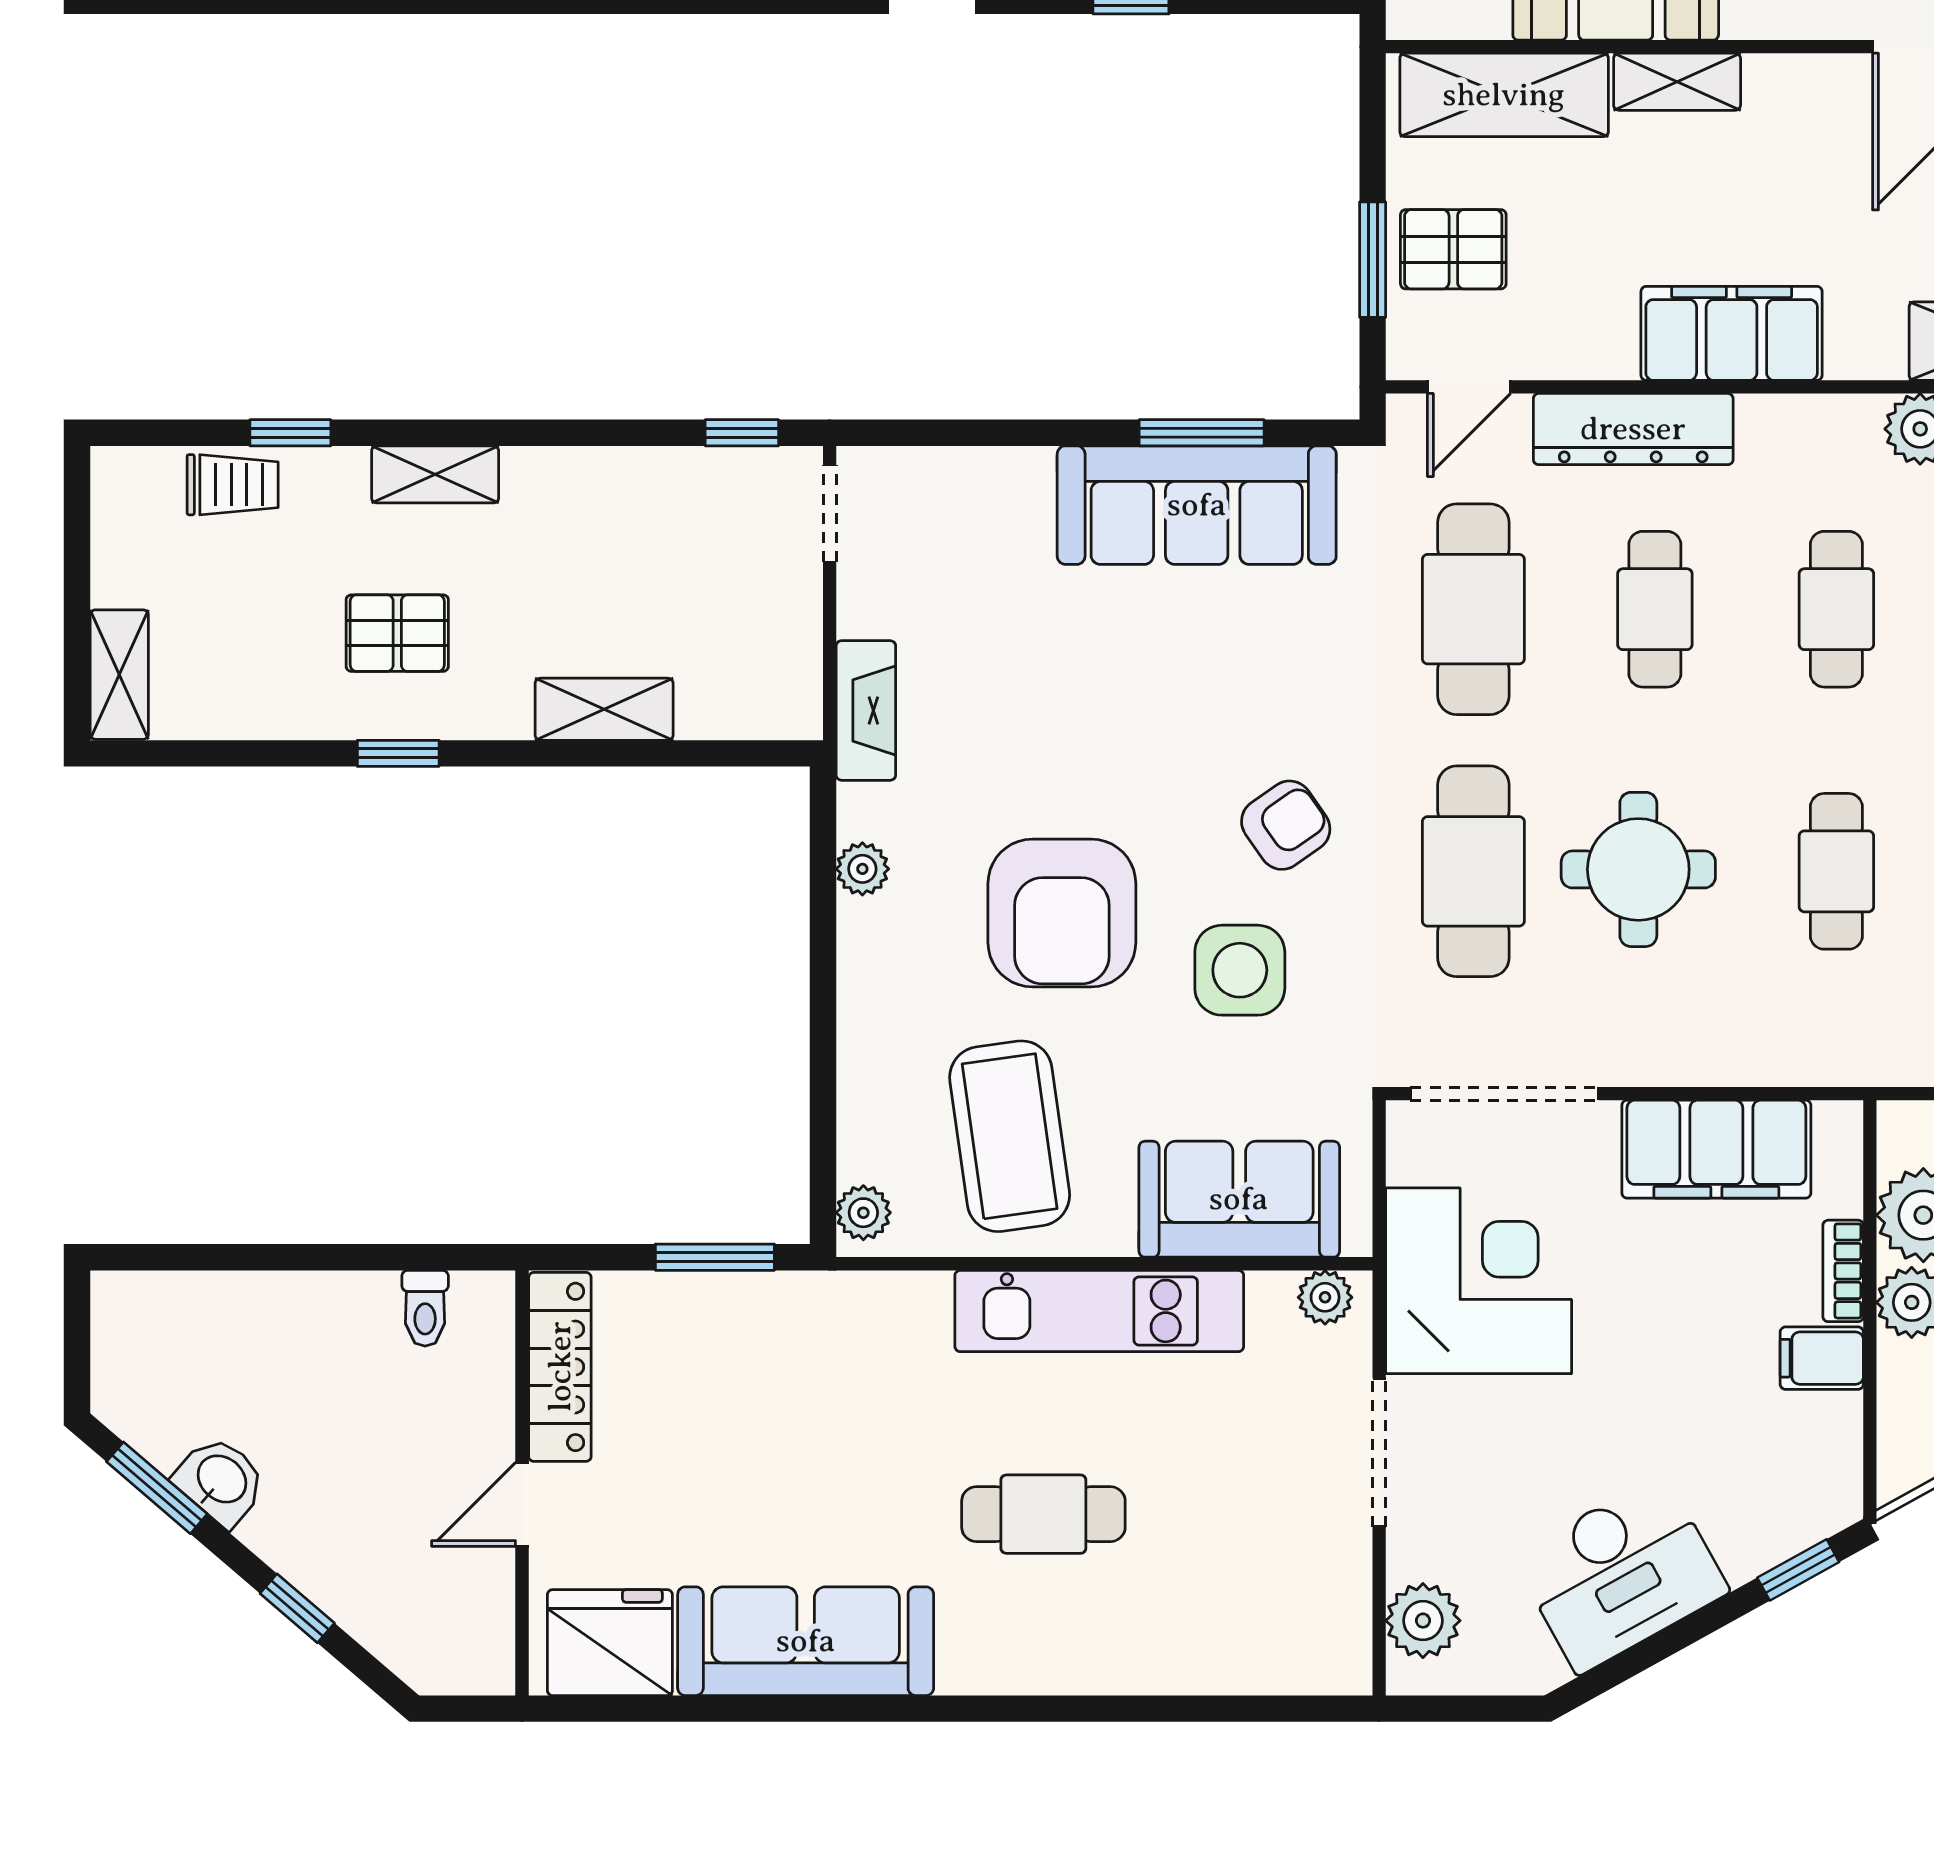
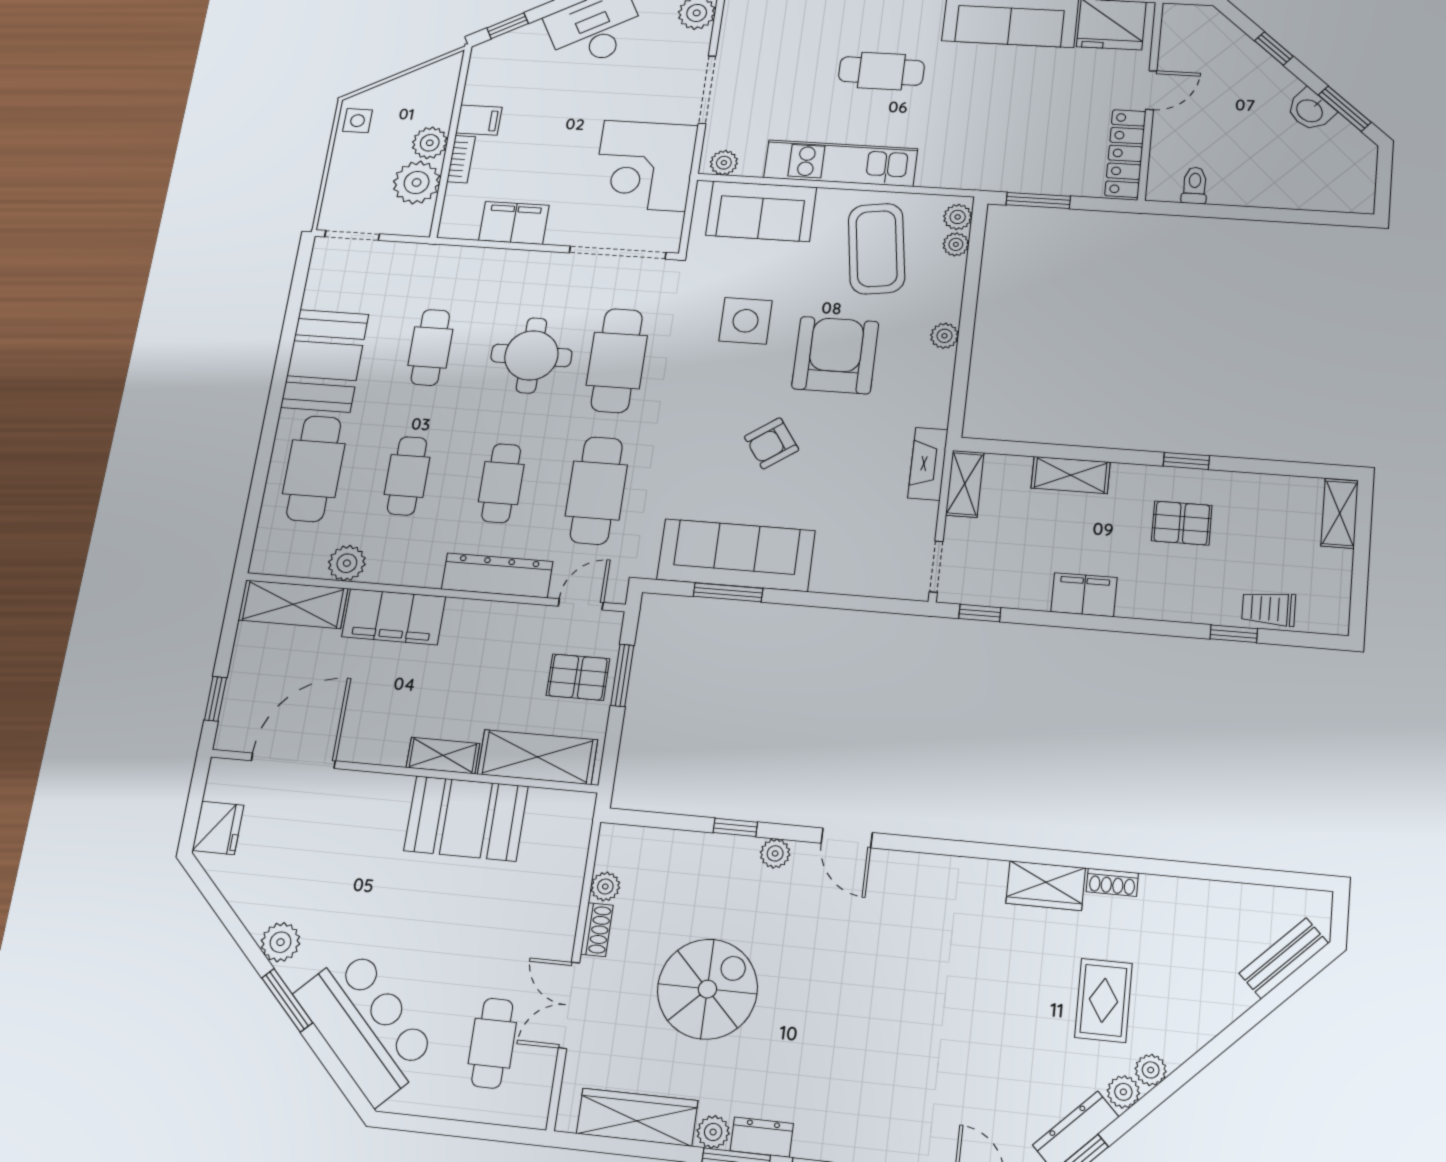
filing cabinet: (1732, 333) -> (394, 617), moved
shelving: (435, 474) -> (965, 484), moved, turned 90
filing cabinet: (560, 483) -> (1084, 595), added
armchair: (1286, 825) -> (772, 443), moved
plant: (862, 869) -> (944, 336), moved
filing cabinet: (1716, 1149) -> (514, 223), width x0.67, depth x0.86
plant: (861, 1155) -> (956, 244), added

